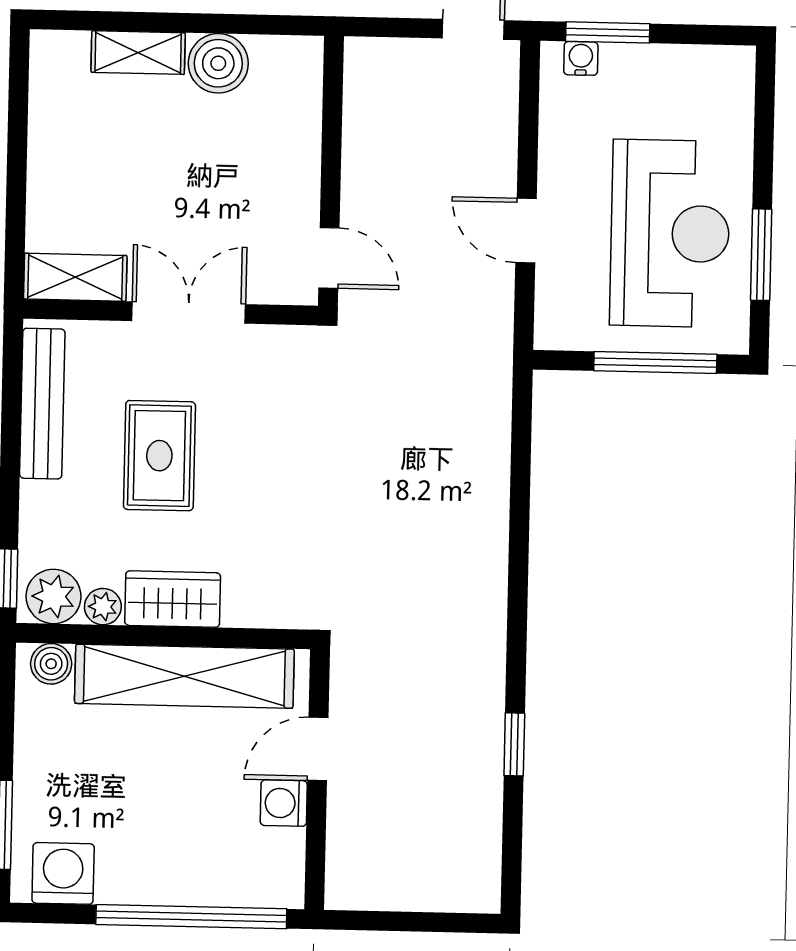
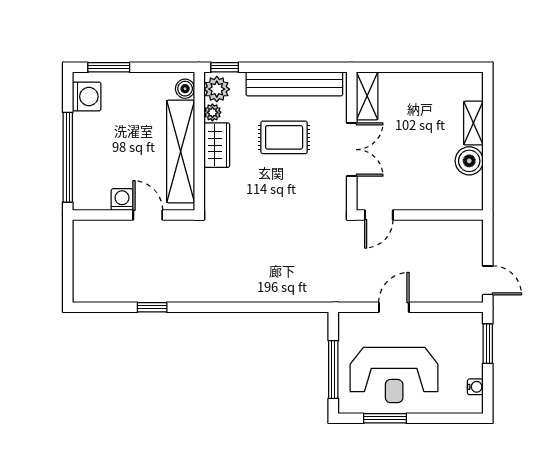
water cooler: (581, 58) -> (475, 387), moved
bench: (42, 404) -> (294, 84), width x1.37, depth x1.21

